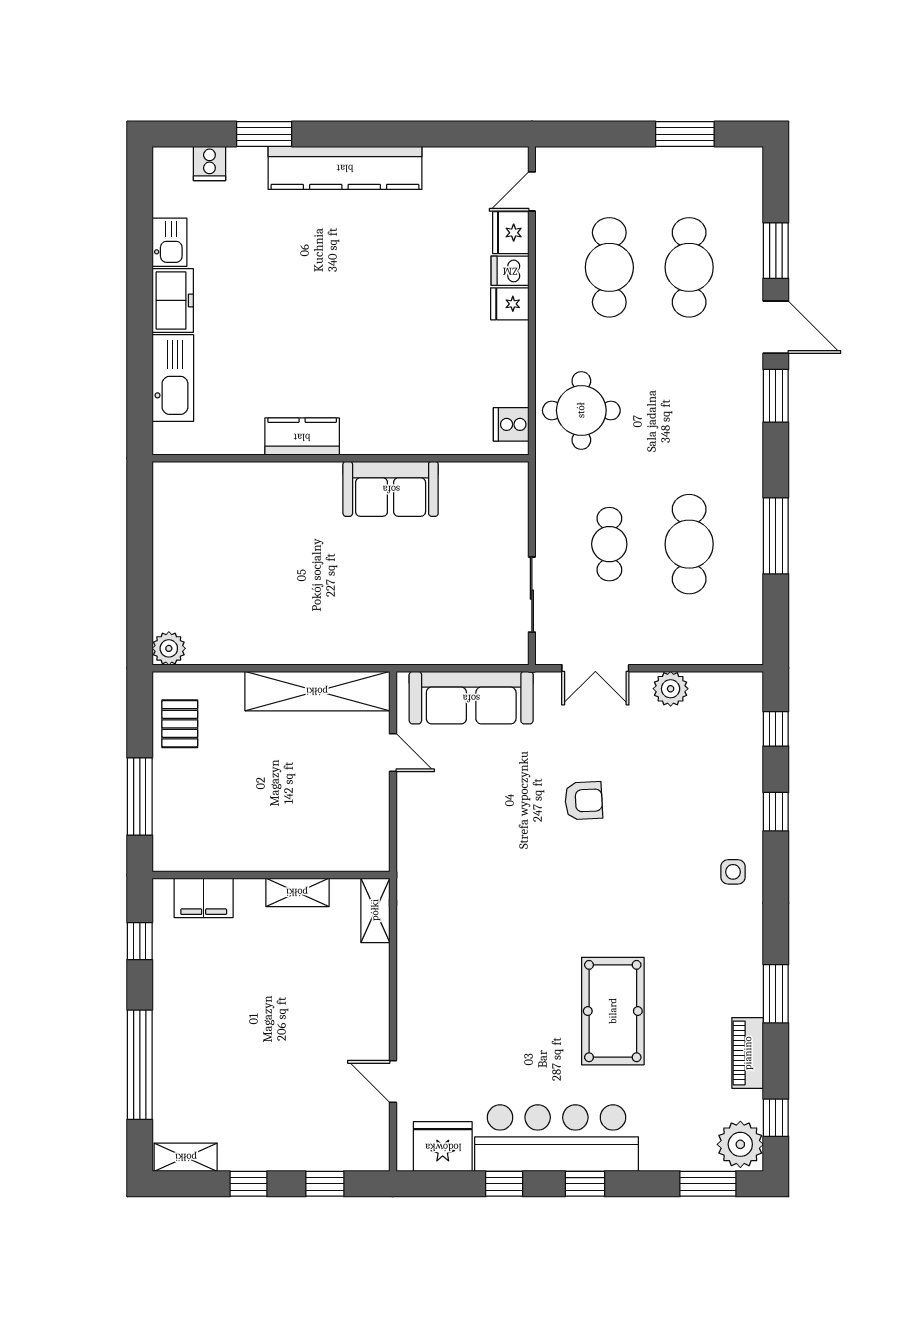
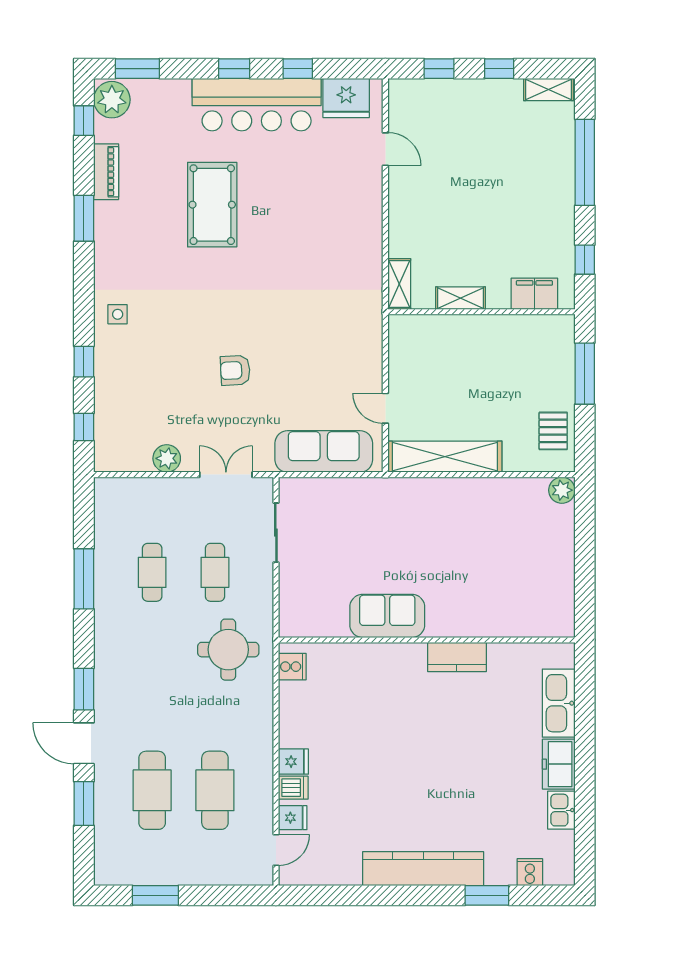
fridge: (511, 233) -> (293, 818), width x0.72
round table: (581, 410) -> (228, 650), moved
cafe table: (689, 544) -> (152, 572), width x0.73, depth x0.74

